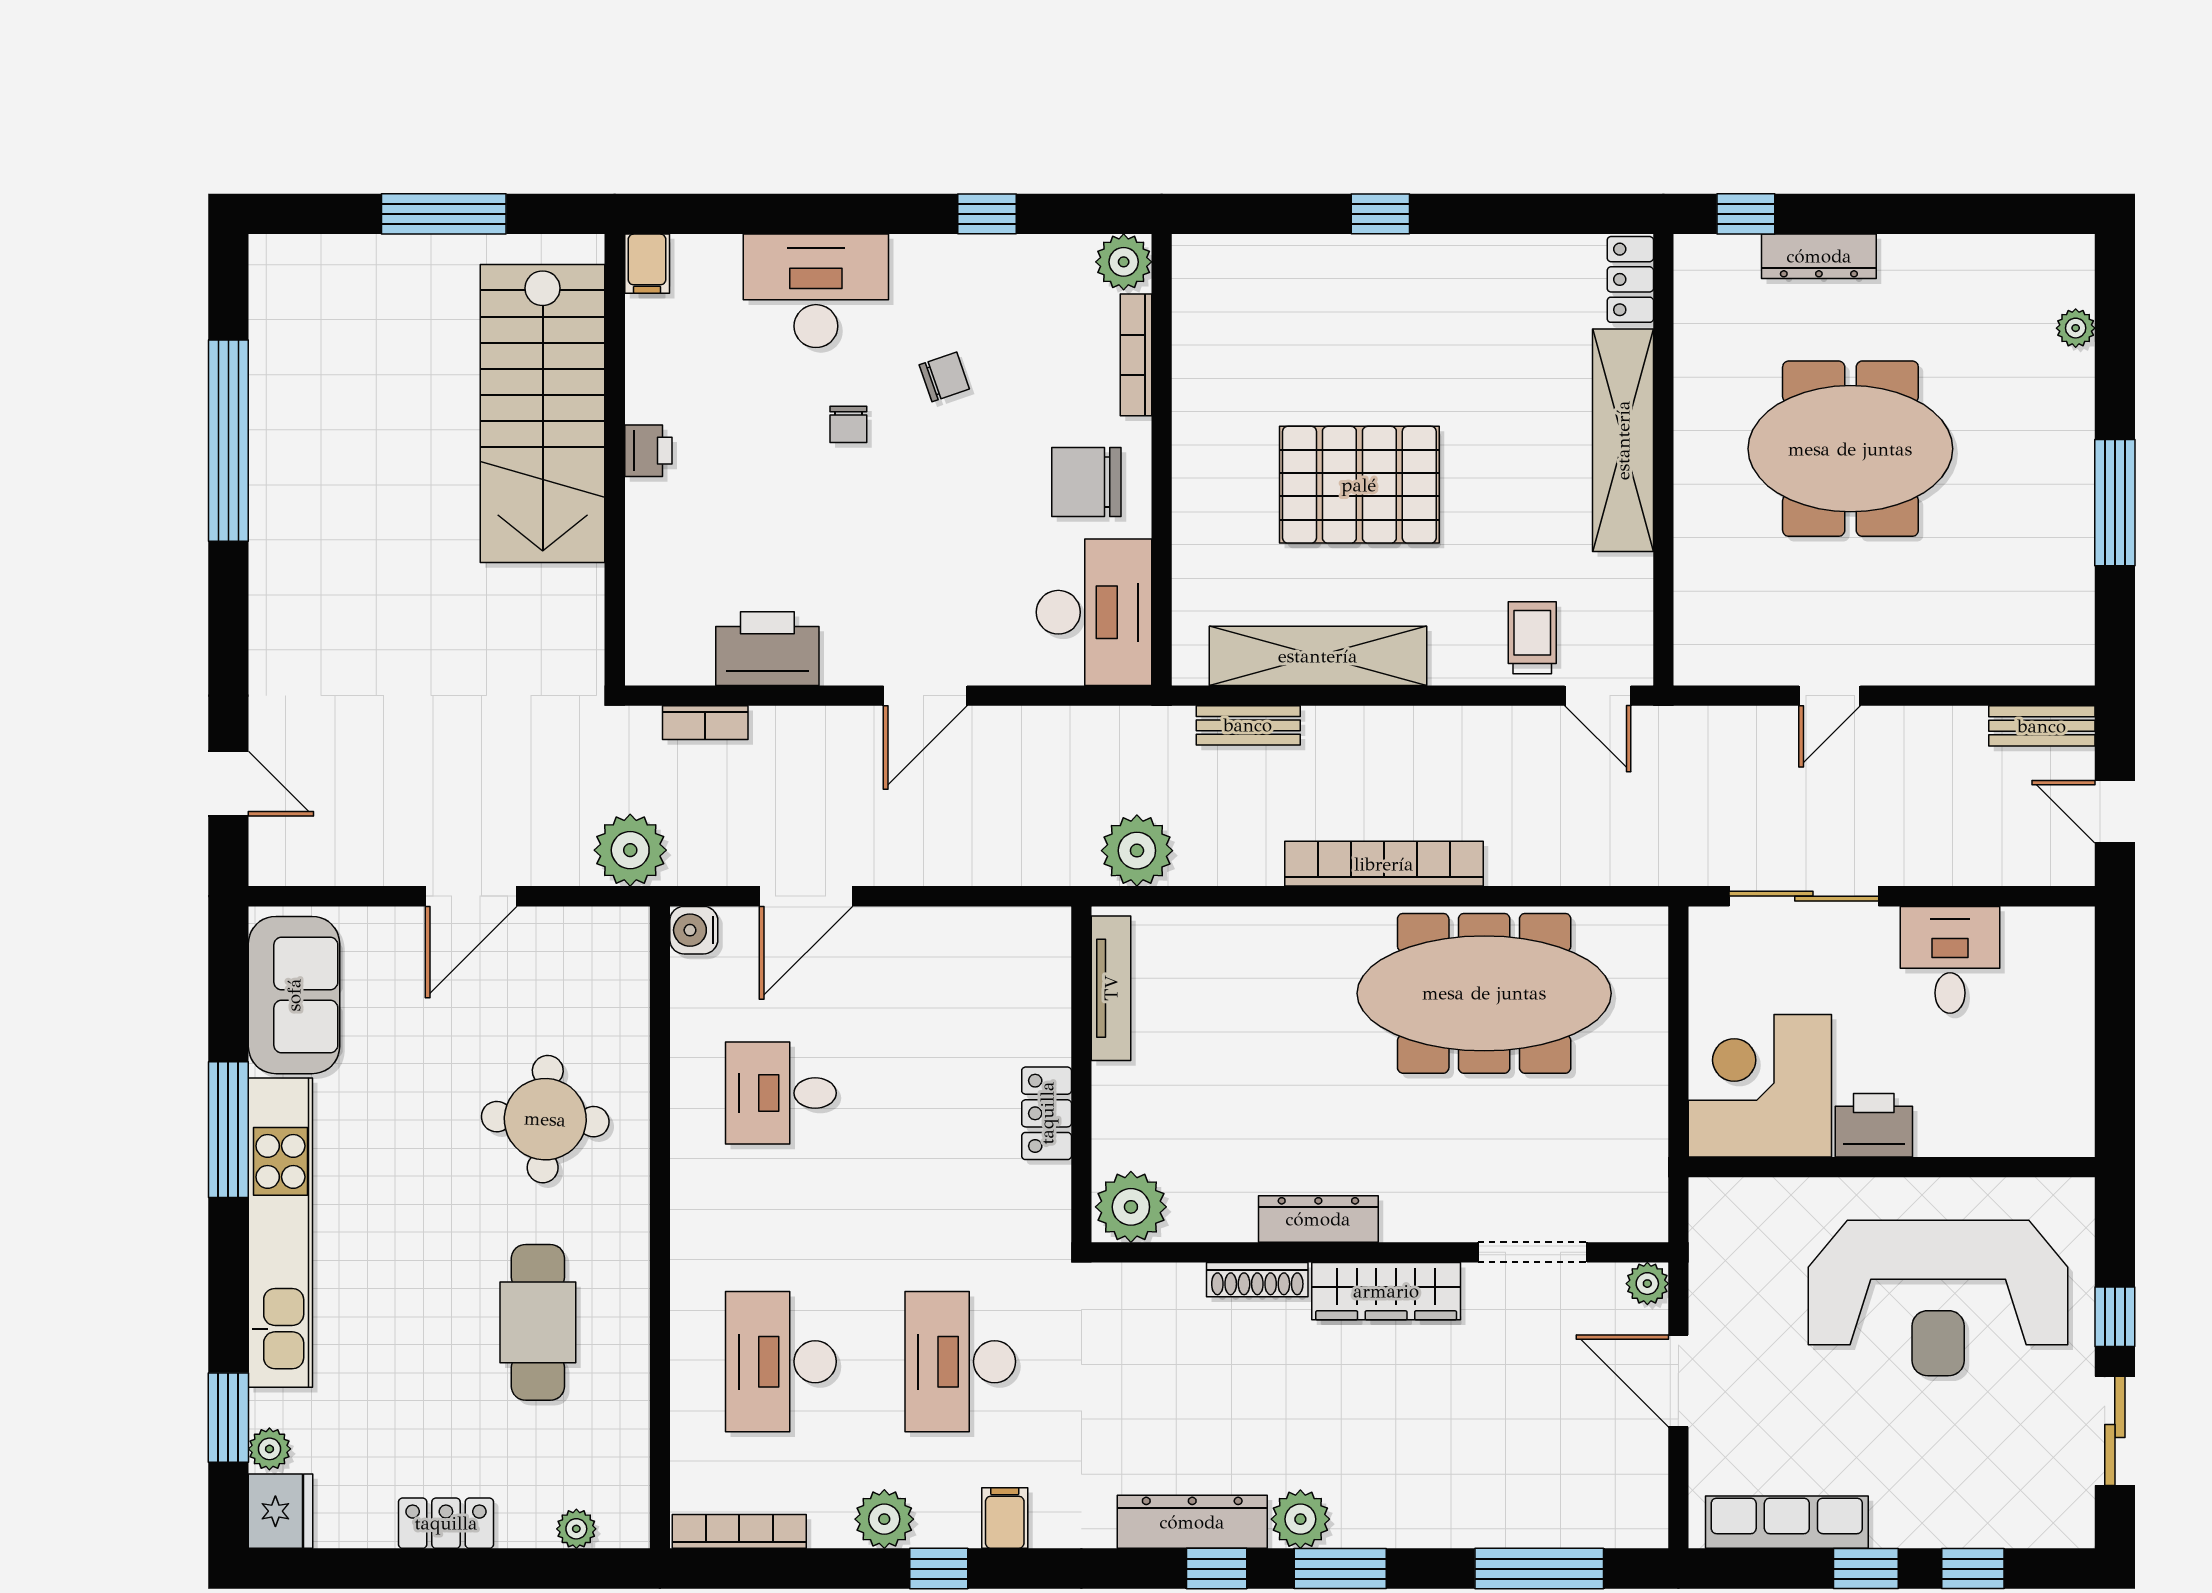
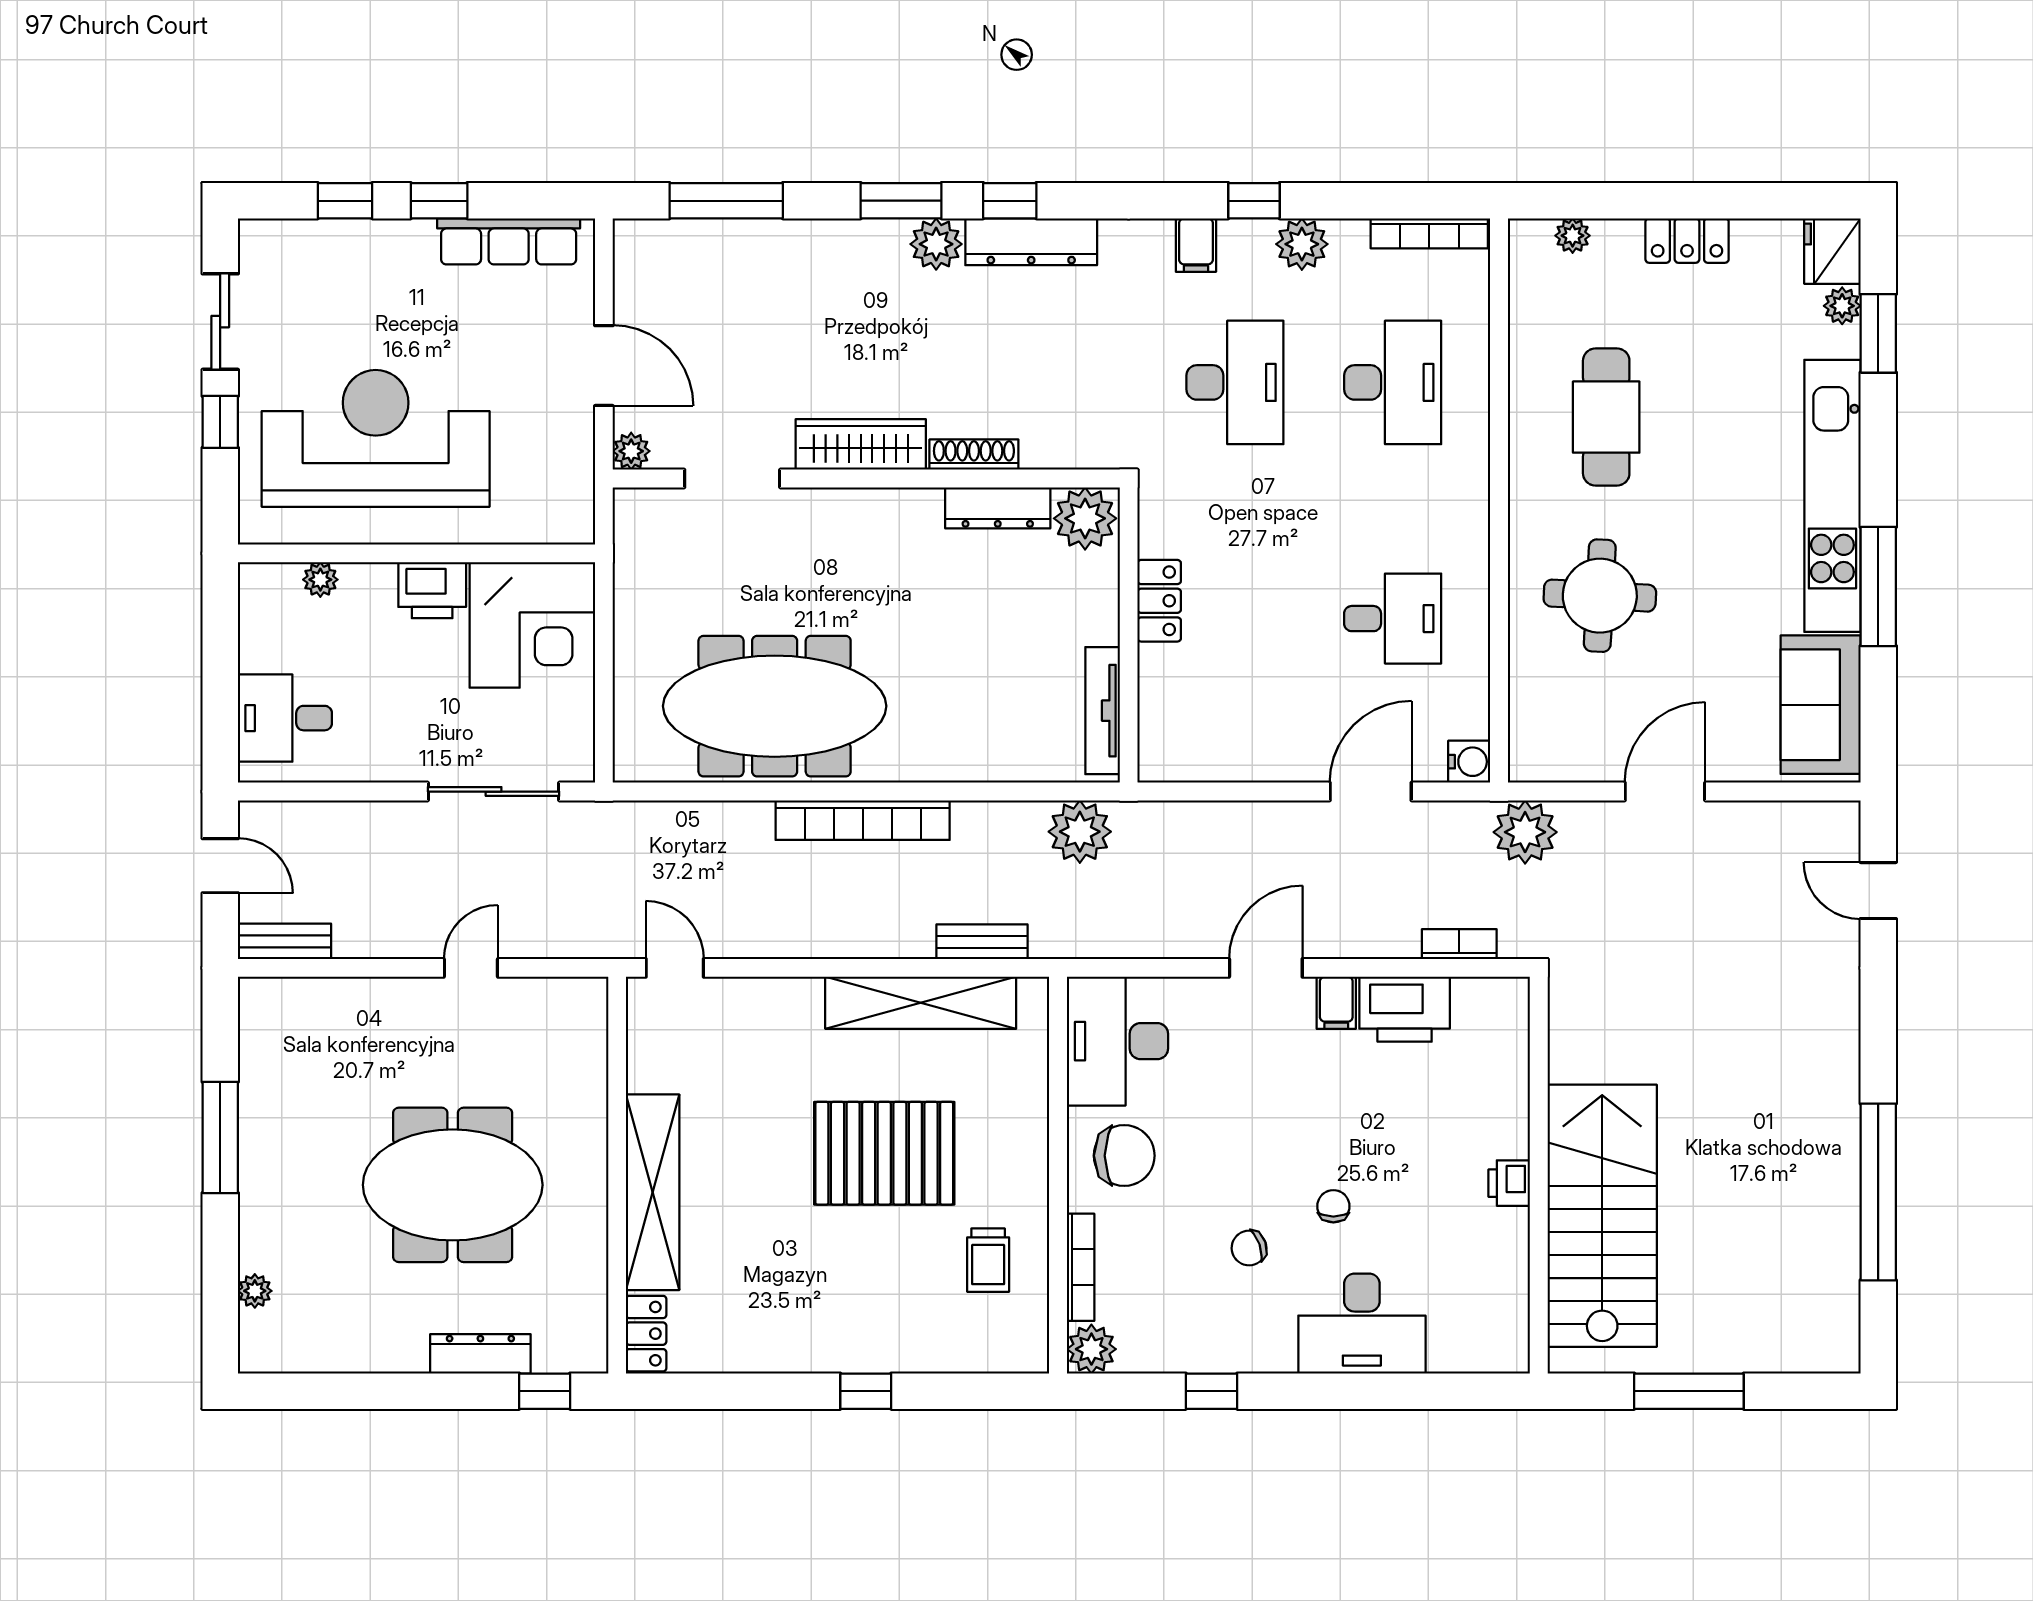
filing cabinet: (647, 264) -> (1336, 1003), moved, turned 180
trolley: (1532, 638) -> (988, 1260), moved
desk: (1950, 960) -> (285, 718), moved, turned 90
plant: (2001, 1137) -> (320, 580), added
dresser: (1318, 1219) -> (998, 508), moved

